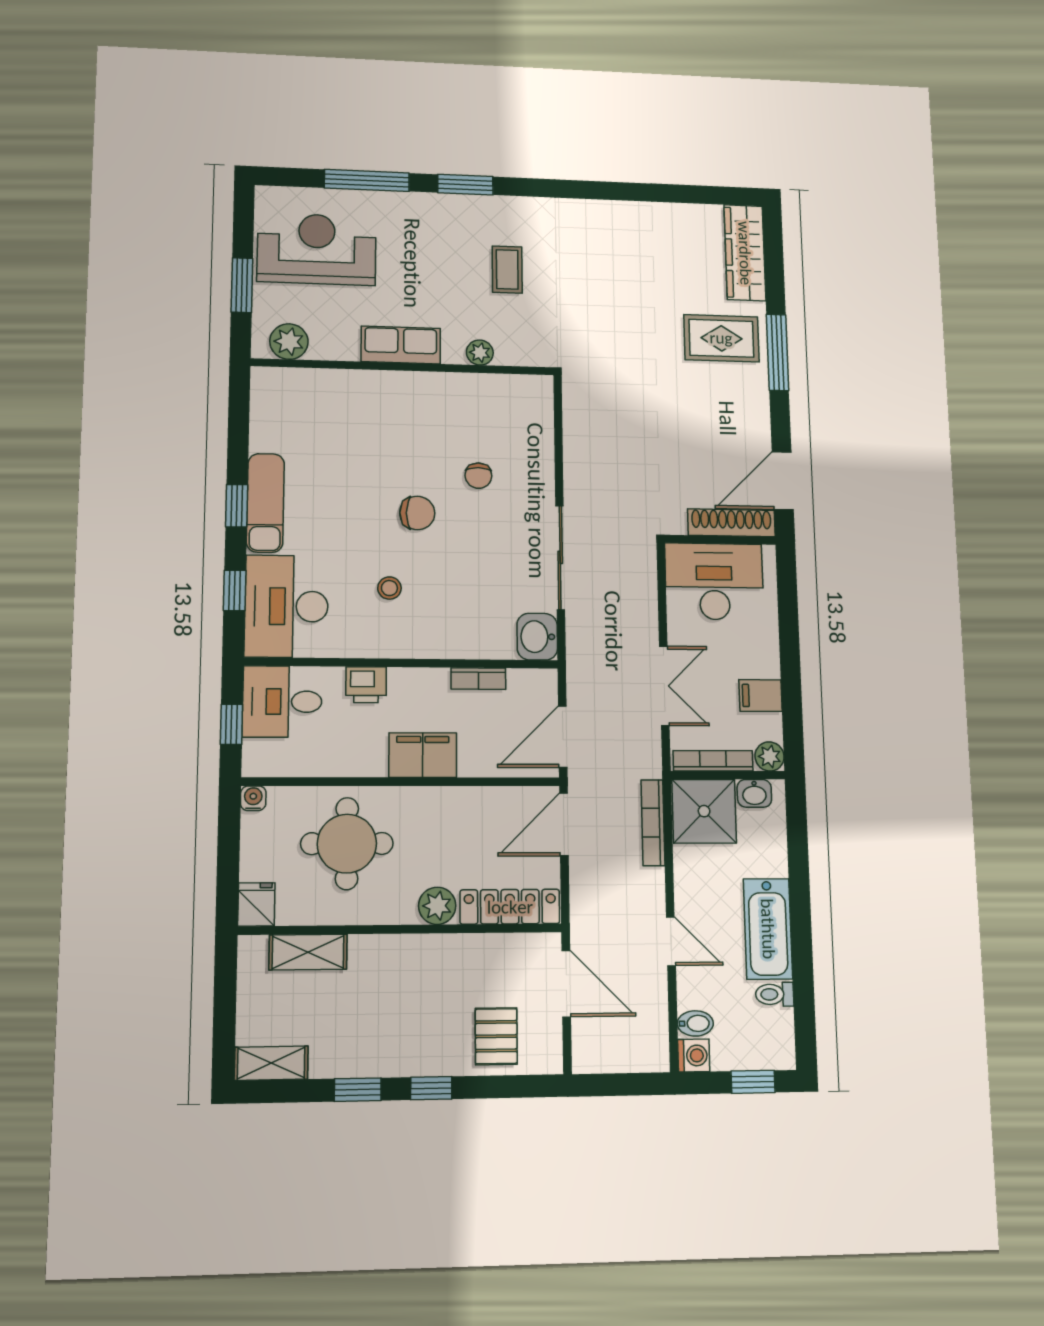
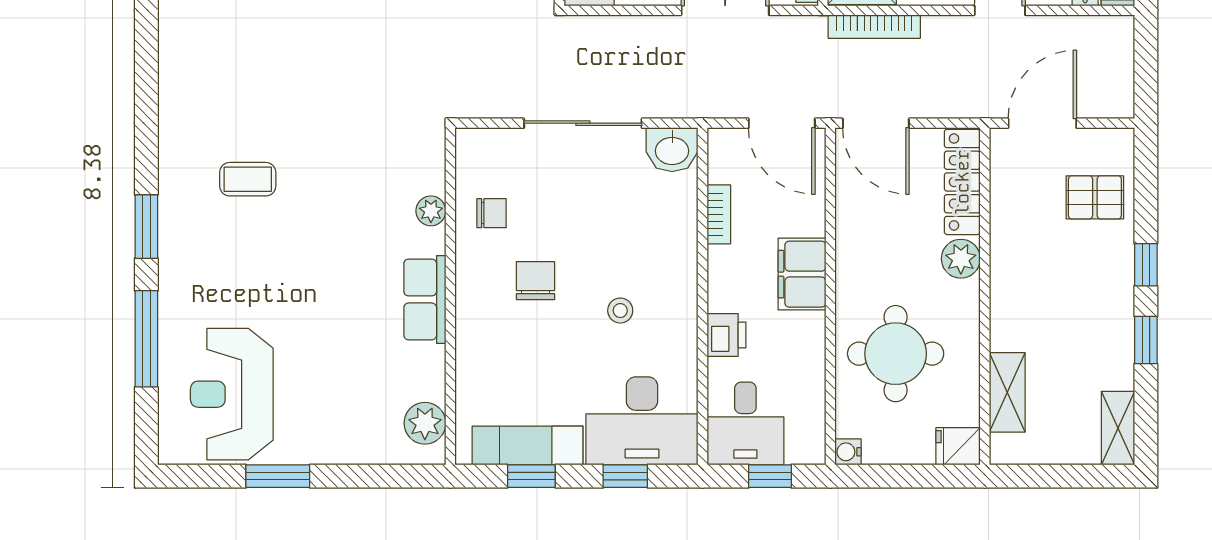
plant: (289, 342) -> (425, 423), moved
row of seats: (401, 345) -> (425, 299), moved
plant: (480, 353) -> (431, 211), moved
wall: (404, 367) -> (450, 296), moved

